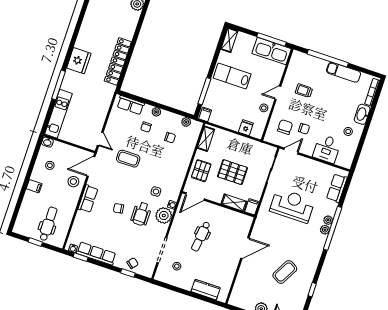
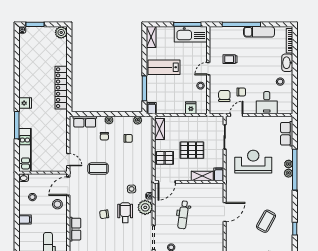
fridge: (79, 61) -> (25, 103), width x0.53, depth x0.75
pallet: (201, 171) -> (165, 158), turned 90
row of seats: (88, 199) -> (75, 229), moved
wheelchair: (141, 214) -> (125, 213), turned 180

